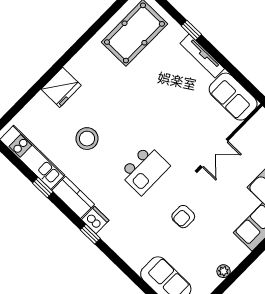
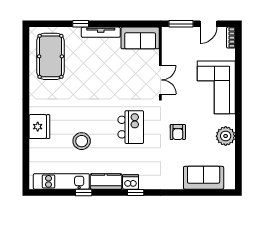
plant: (224, 271) -> (226, 136), width x1.88, depth x1.88

